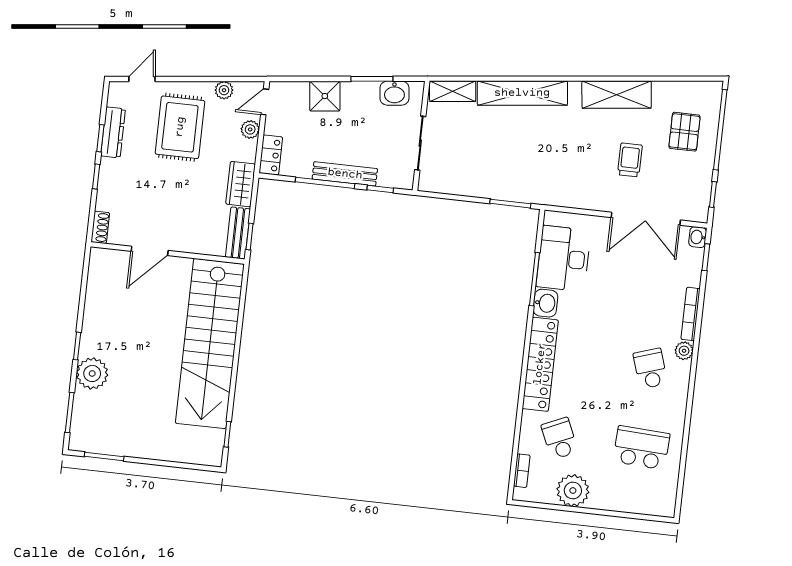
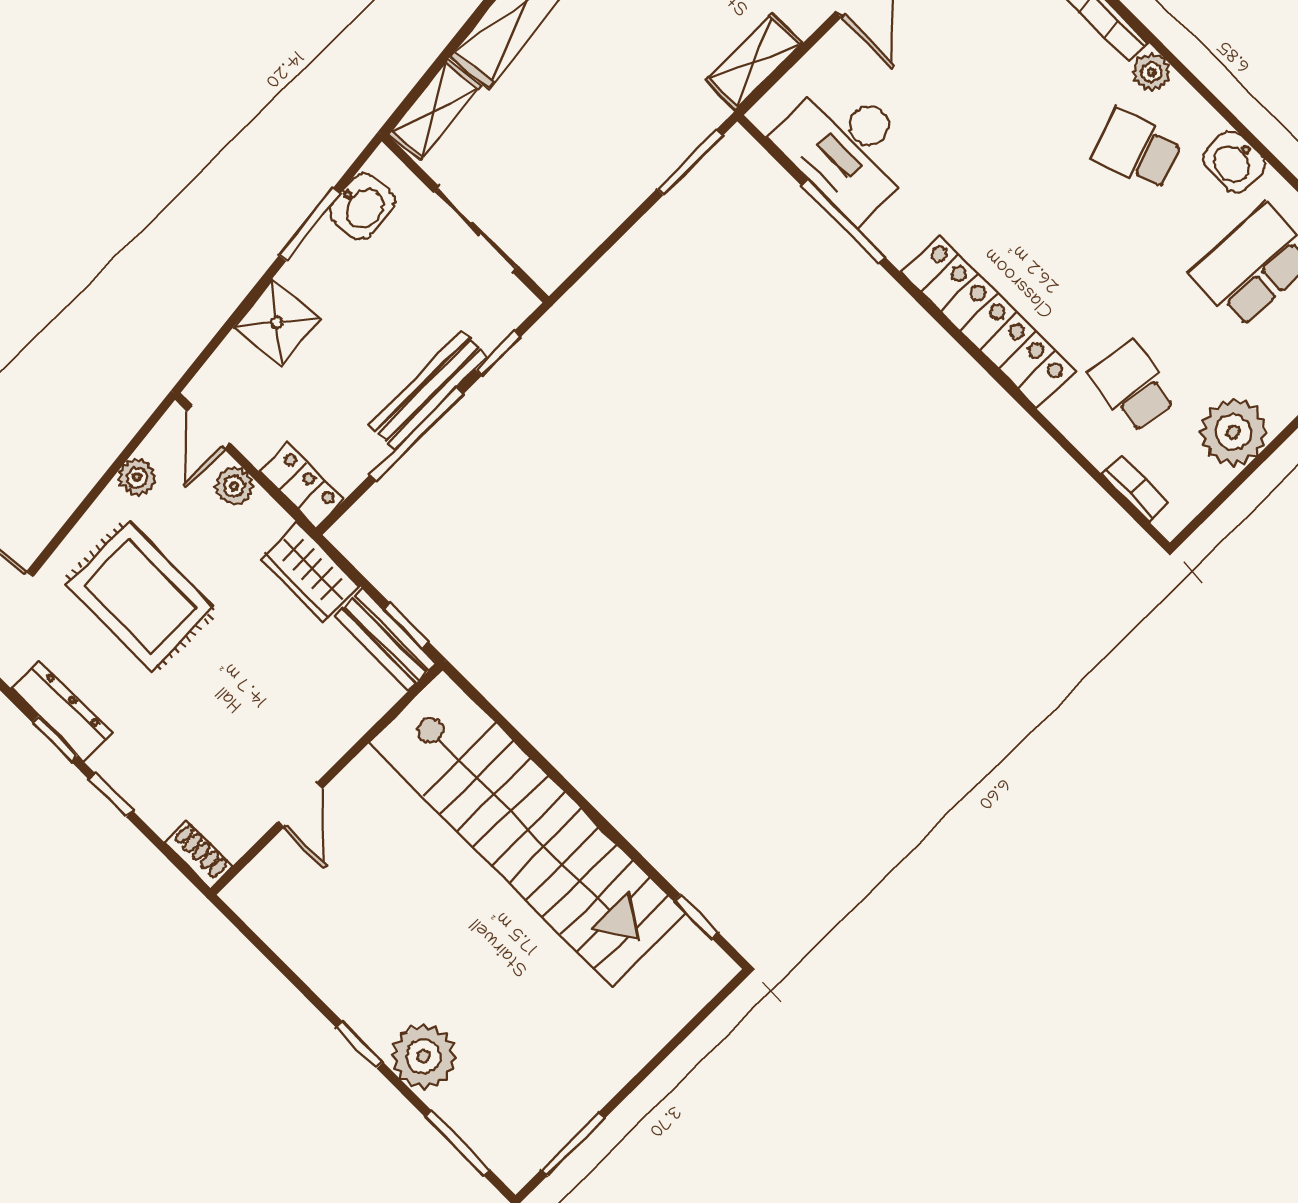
shelving: (568, 197) -> (754, 62), added
door: (150, 251) -> (300, 805), width x0.73
washbasin: (545, 303) -> (1234, 162), moved, turned 180
school desk: (560, 438) -> (1132, 386), turned 33

